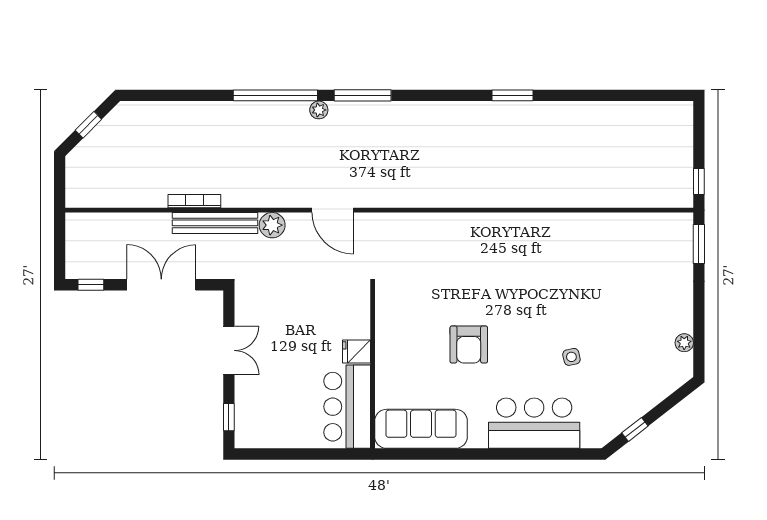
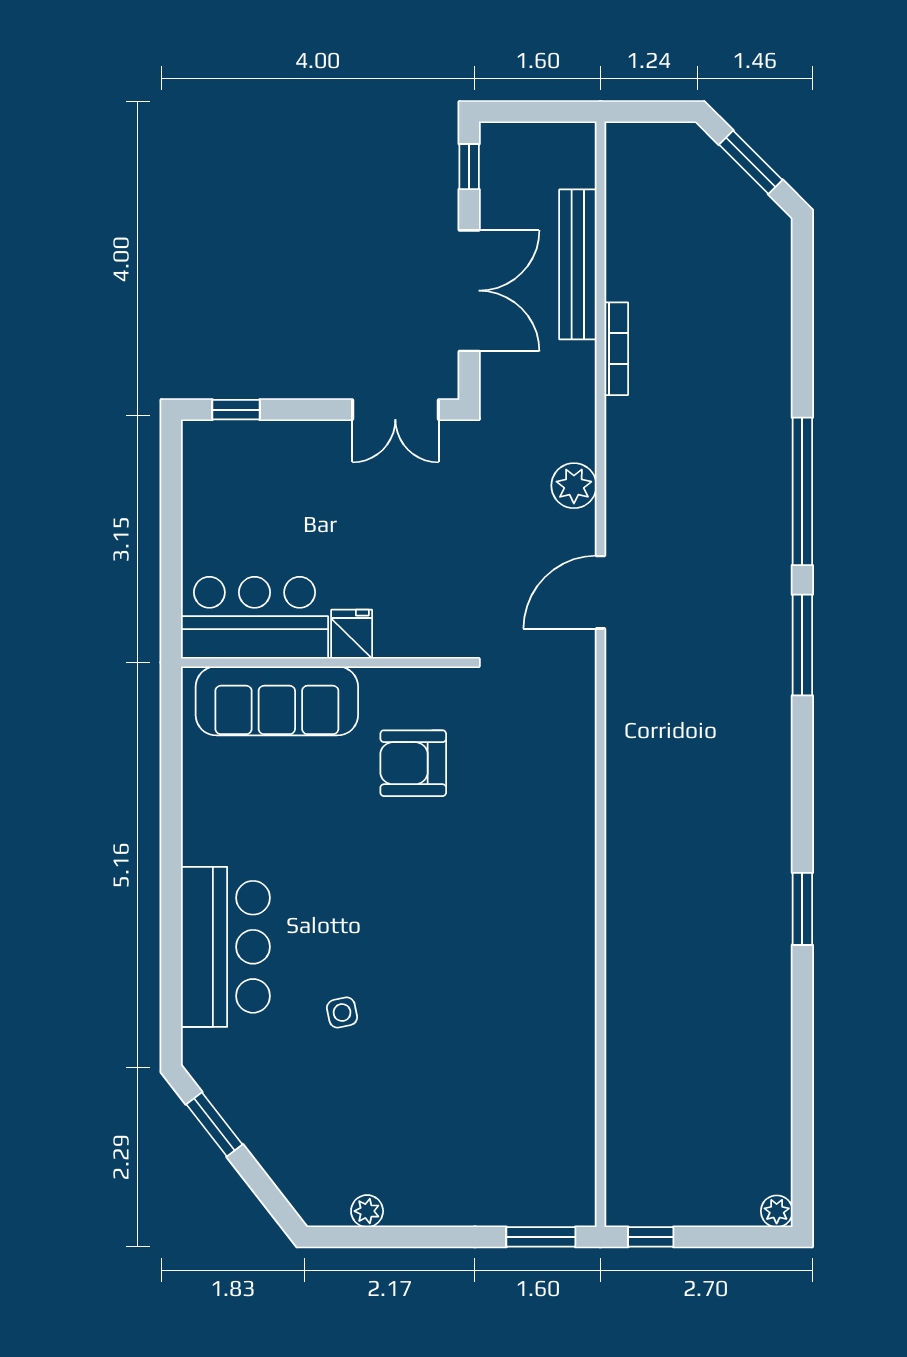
plant: (319, 110) -> (777, 1211), moved
window: (88, 125) -> (751, 162), width x1.50
bench: (215, 223) -> (578, 264), moved
armchair: (469, 344) -> (413, 763), moved
double door: (229, 350) -> (395, 410), moved
sofa: (421, 429) -> (277, 701), moved, turned 90
window: (635, 429) -> (214, 1124), width x1.50

